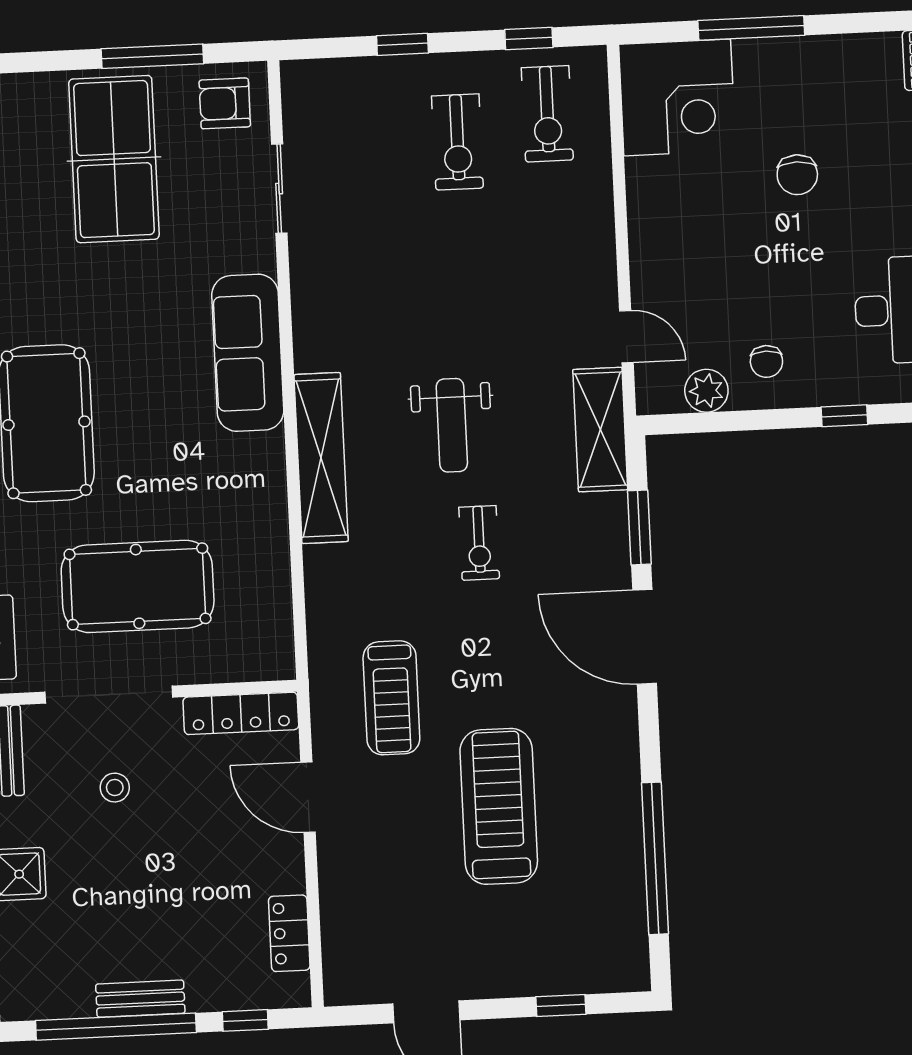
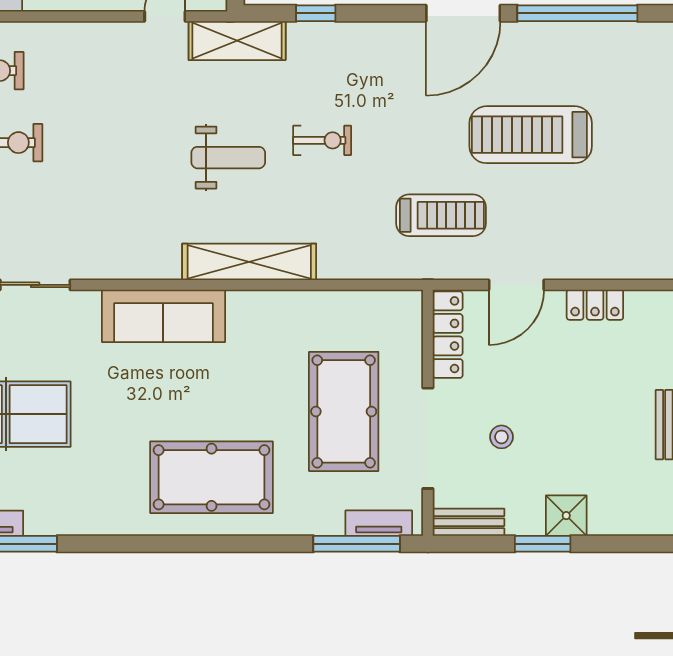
window: (639, 527) -> (316, 13), width x0.67
door: (645, 637) -> (463, 13), moved
locker: (289, 933) -> (595, 305), moved

